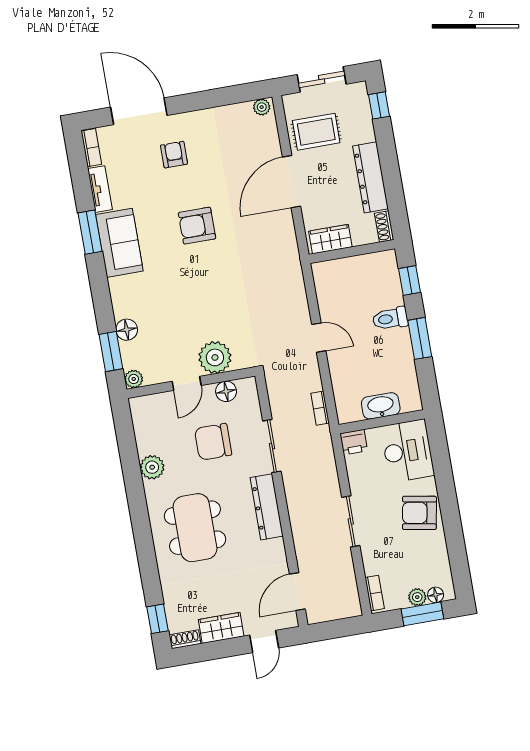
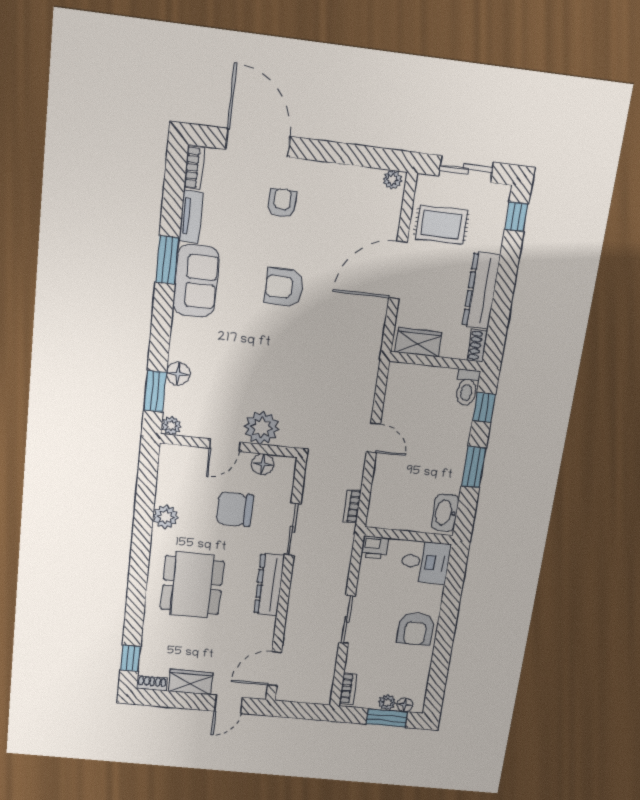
toilet: (390, 319) -> (467, 388), moved, turned -90
washbasin: (381, 406) -> (445, 513), moved, turned -90
desk: (407, 451) -> (425, 562), width x0.73
armchair: (419, 513) -> (415, 629), turned -100

